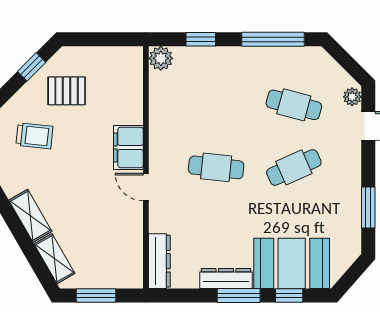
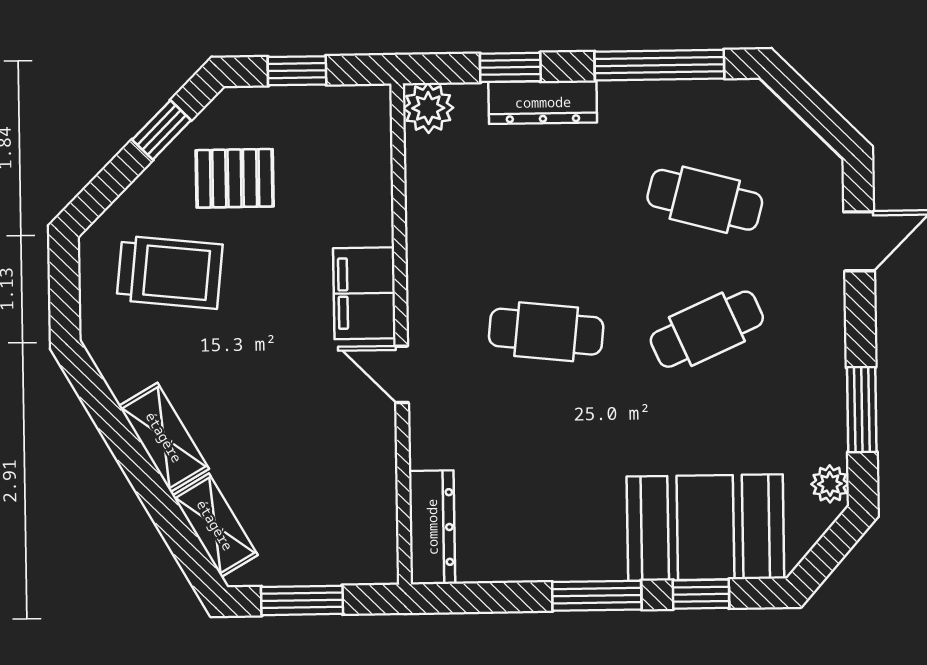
window: (98, 39) -> (297, 71), added
plant: (352, 97) -> (830, 484), moved
trolley: (34, 136) -> (170, 272), width x1.36, depth x1.39
dresser: (226, 278) -> (543, 102), moved, turned 180

